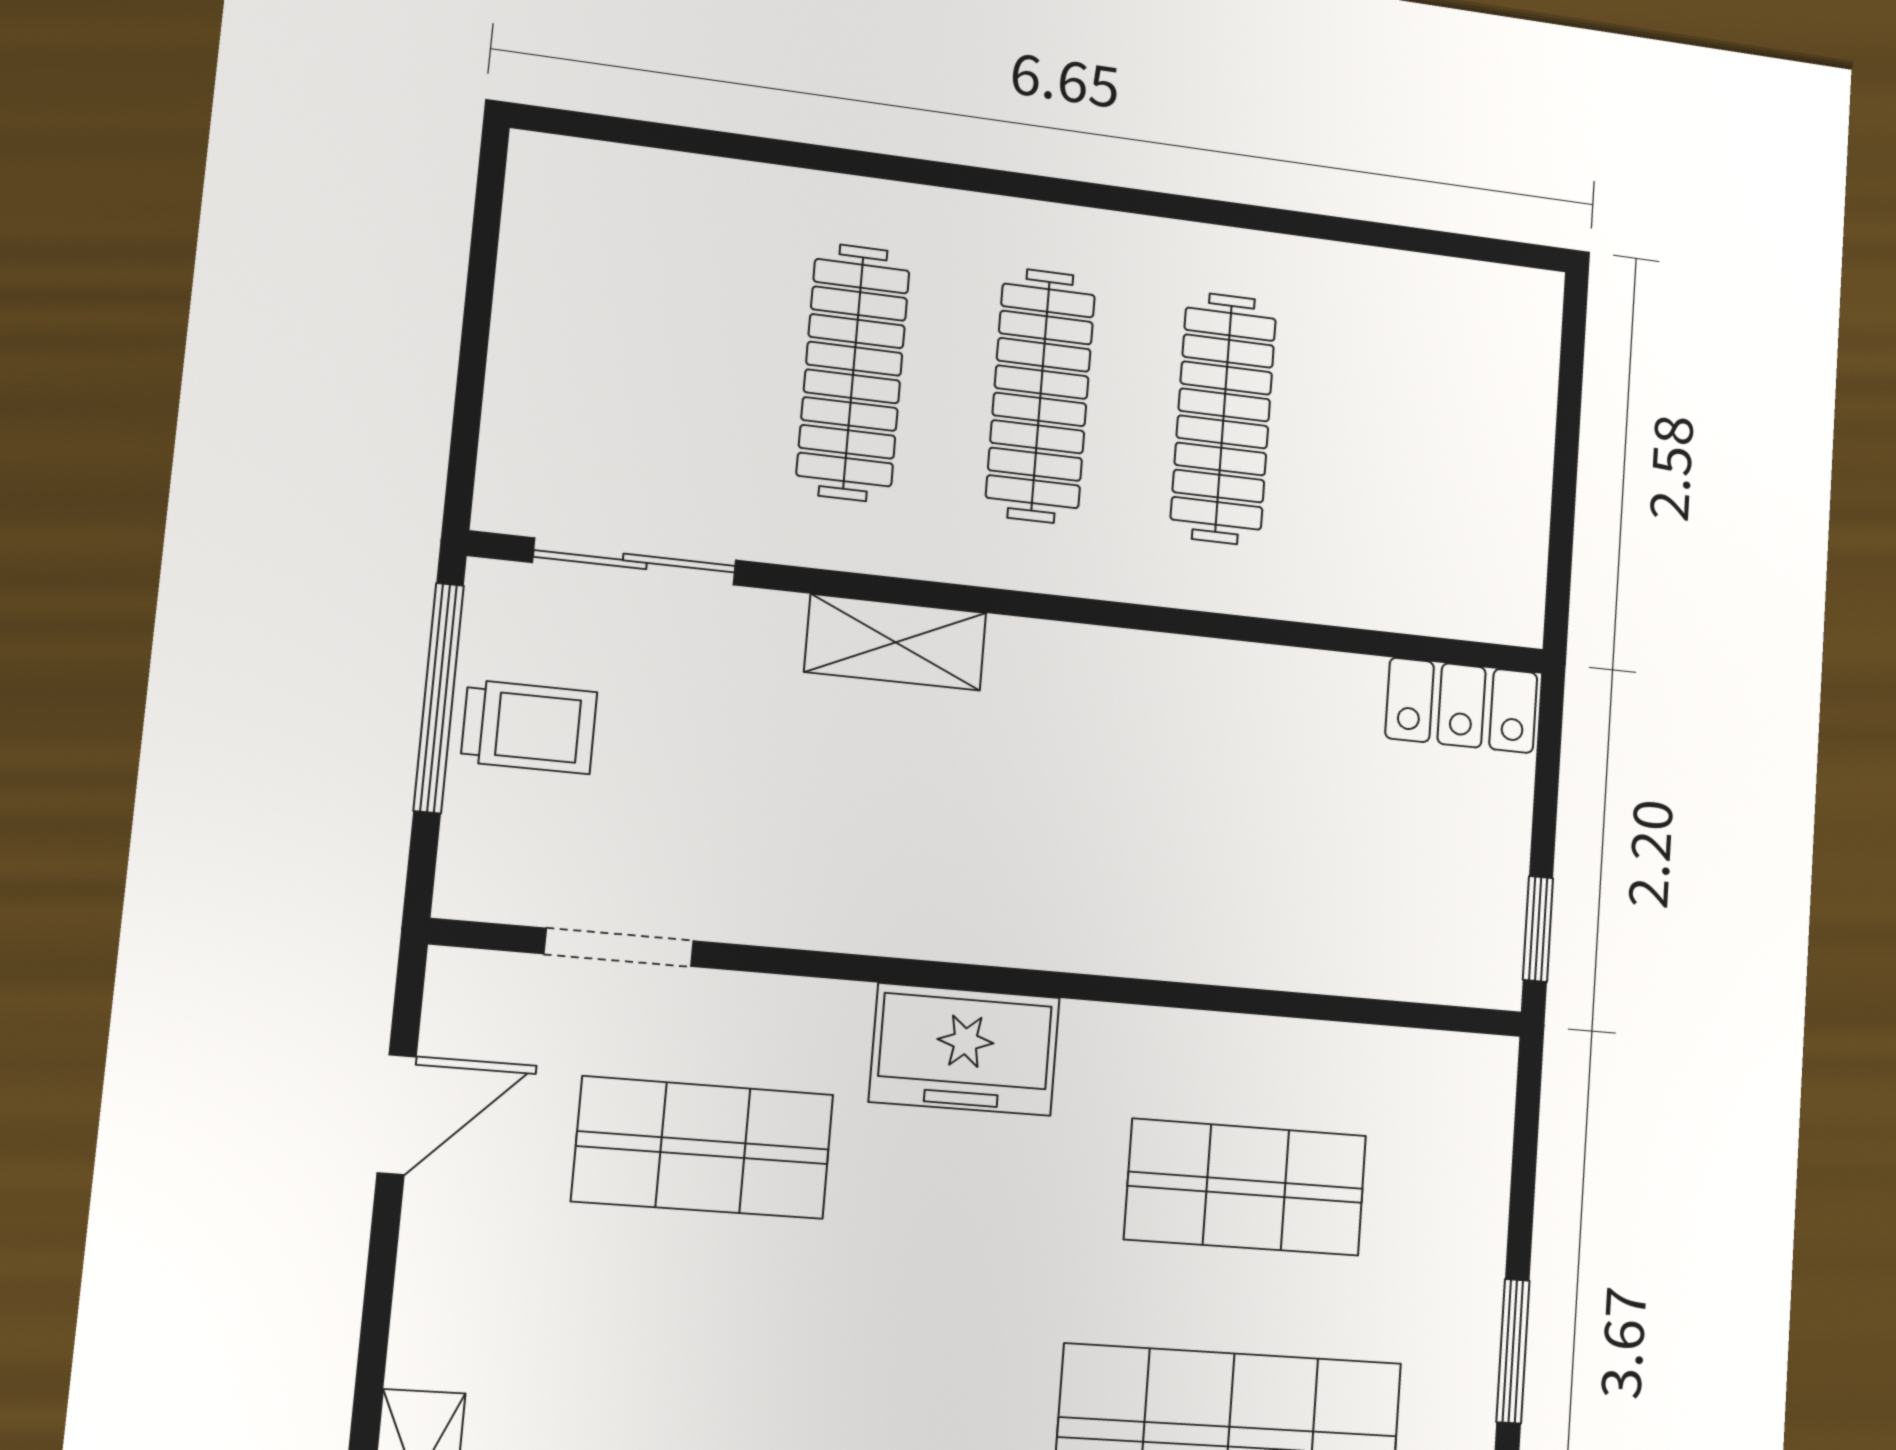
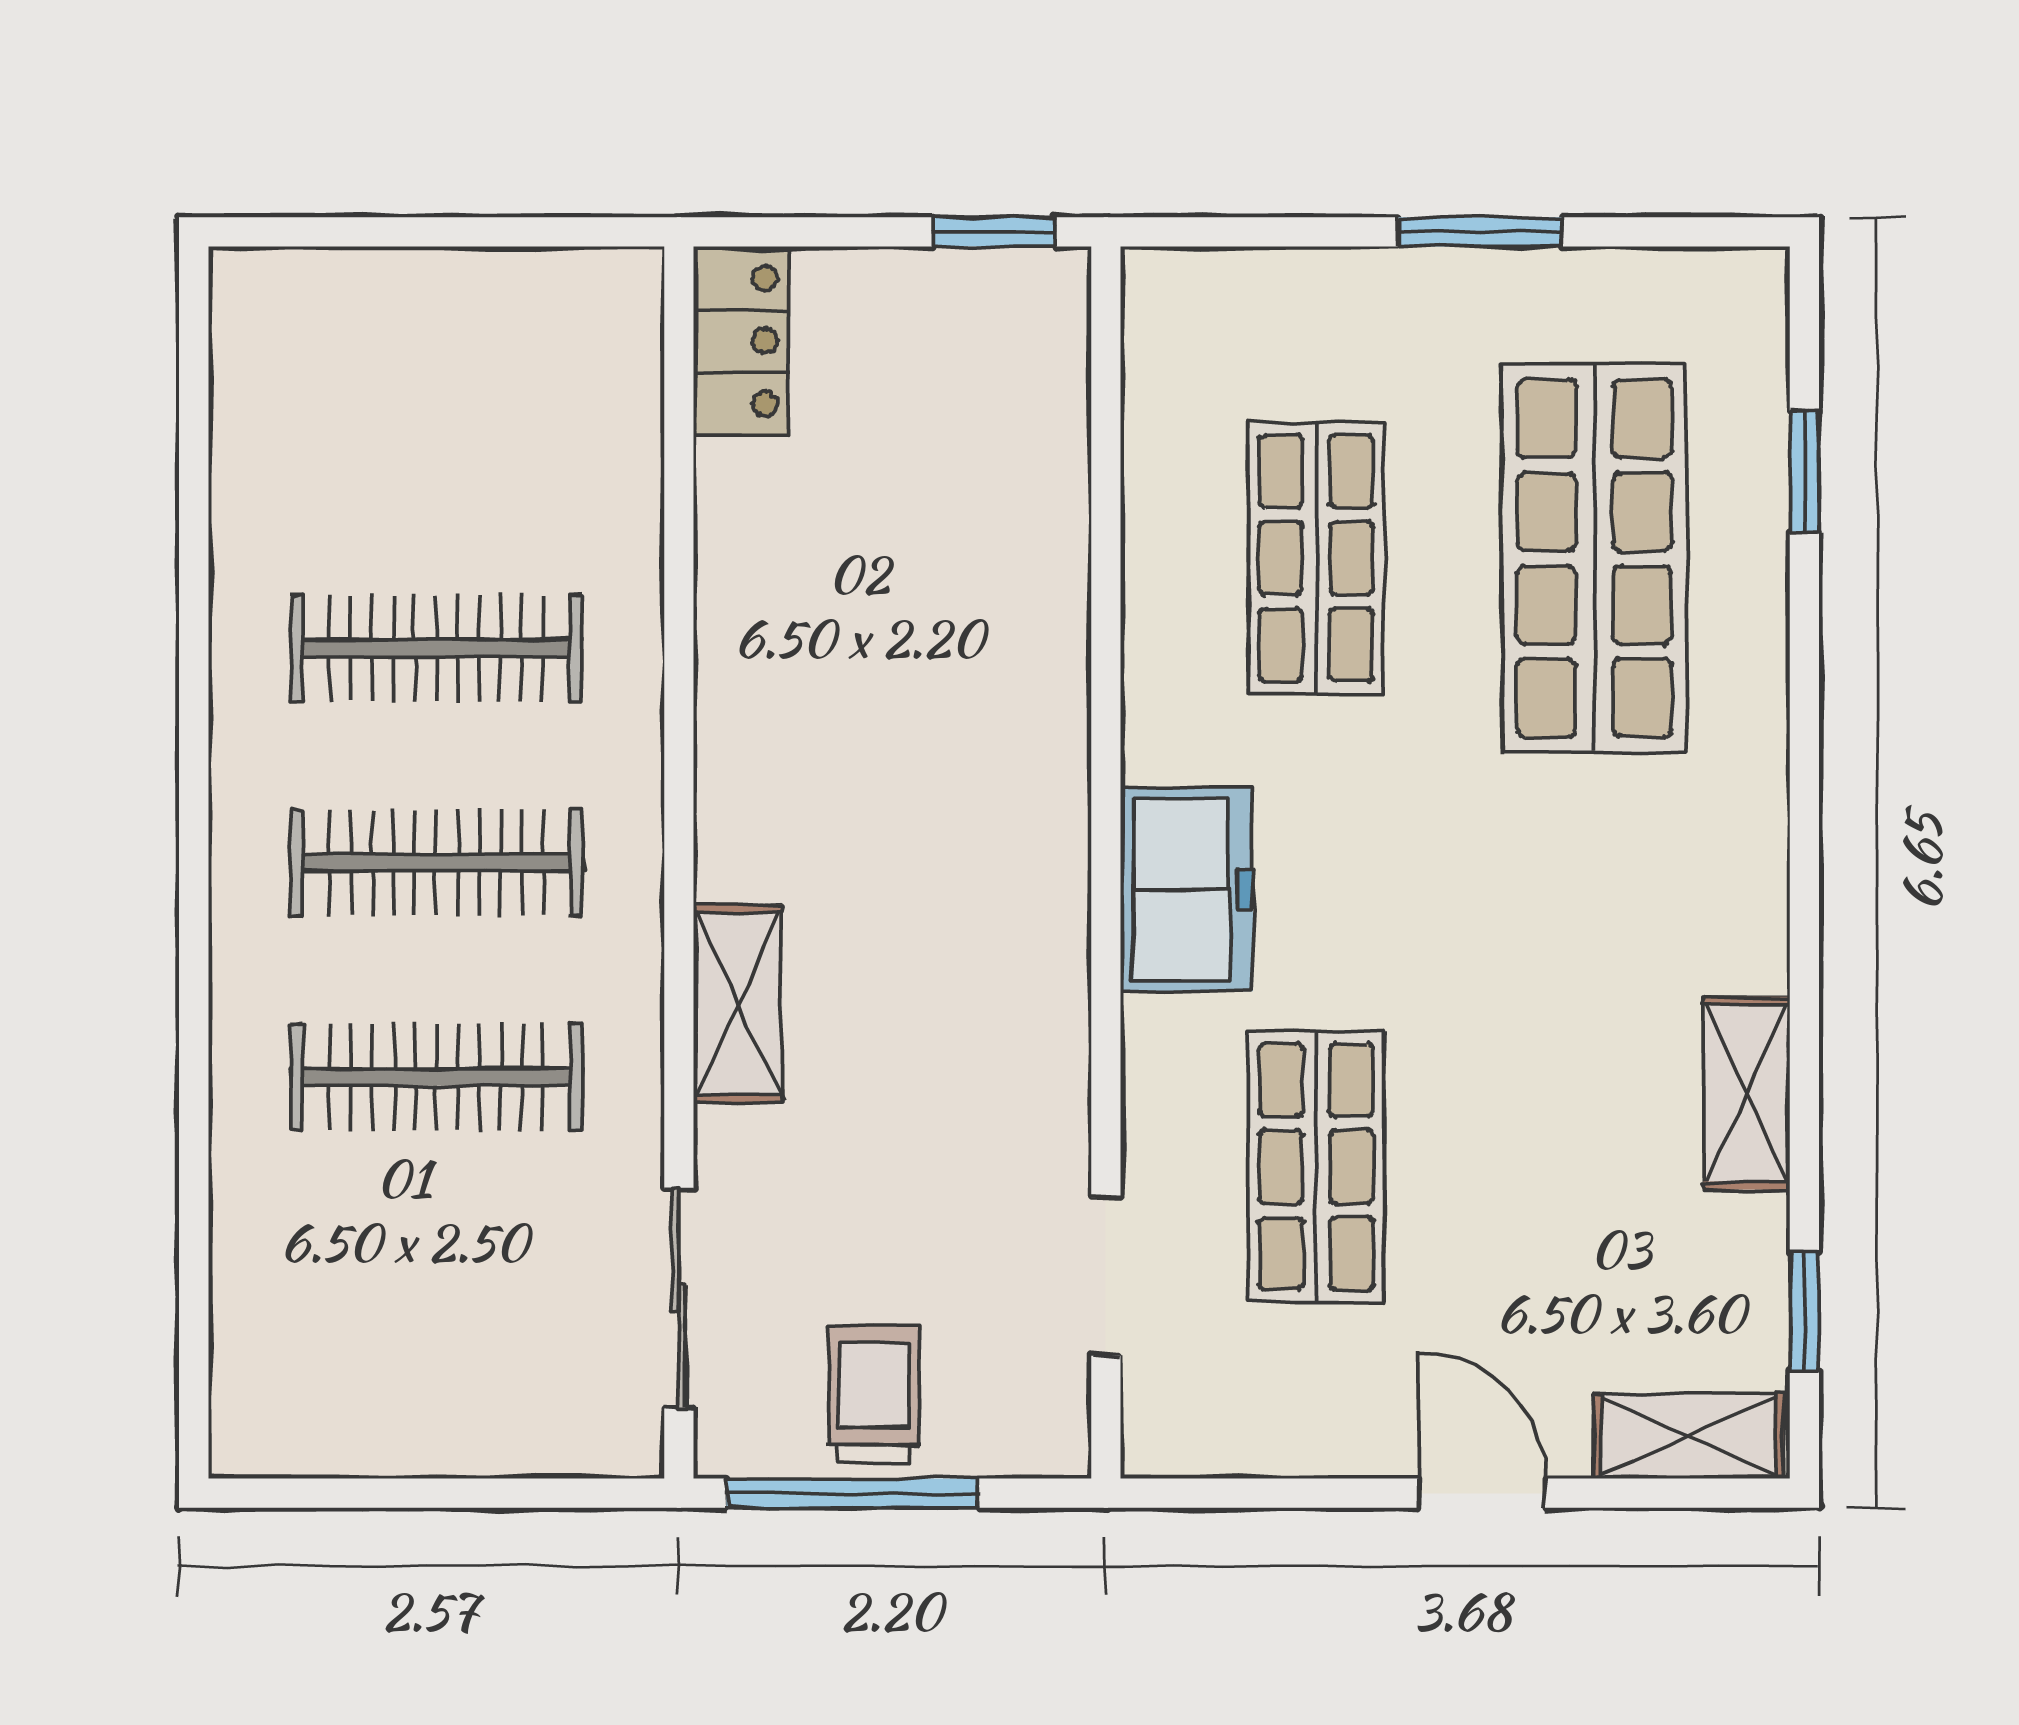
door: (397, 1115) -> (1482, 1493), moved

